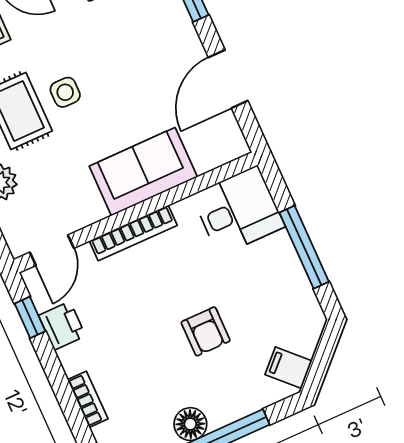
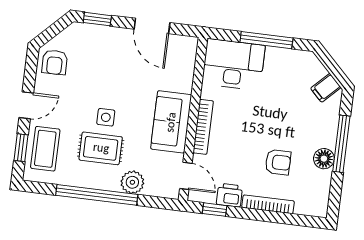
sofa: (143, 172) -> (171, 122), moved
desk: (238, 211) -> (233, 64), width x1.37
armchair: (206, 331) -> (278, 162), moved
bookcase: (88, 399) -> (268, 204), width x1.56

